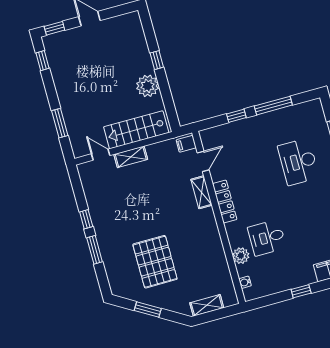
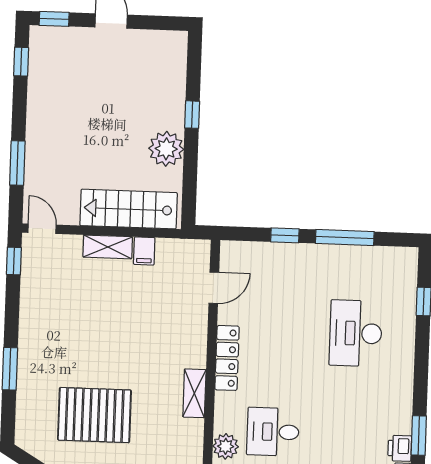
filing cabinet: (186, 144) -> (144, 251), moved, turned -90
door: (101, 155) -> (42, 229), moved
shelving: (201, 192) -> (194, 393), moved
window: (86, 219) -> (14, 261), moved
pallet: (155, 262) -> (94, 415), turned 90

